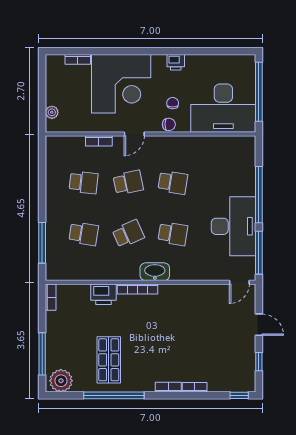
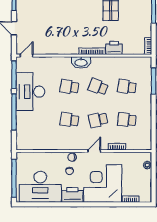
printer: (176, 62) -> (72, 195), width x1.87, depth x1.48
desk: (223, 108) -> (40, 187), moved, turned 180
school desk: (128, 234) -> (98, 87), turned 45

